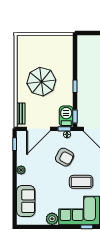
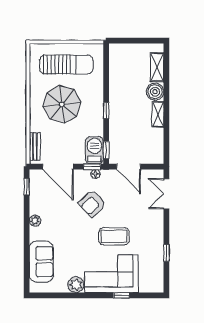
sun lounger: (45, 51) -> (66, 65), added
door: (38, 129) -> (58, 167), hinge flipped
armchair: (65, 157) -> (92, 204), turned 109

